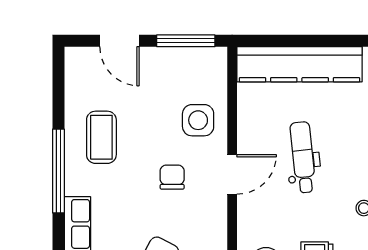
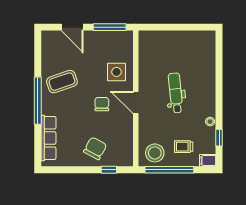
kitchen counter: (299, 64) -> (174, 40), removed
coffee table: (101, 137) -> (62, 82), turned 71
door: (232, 174) -> (136, 103), swing flipped

